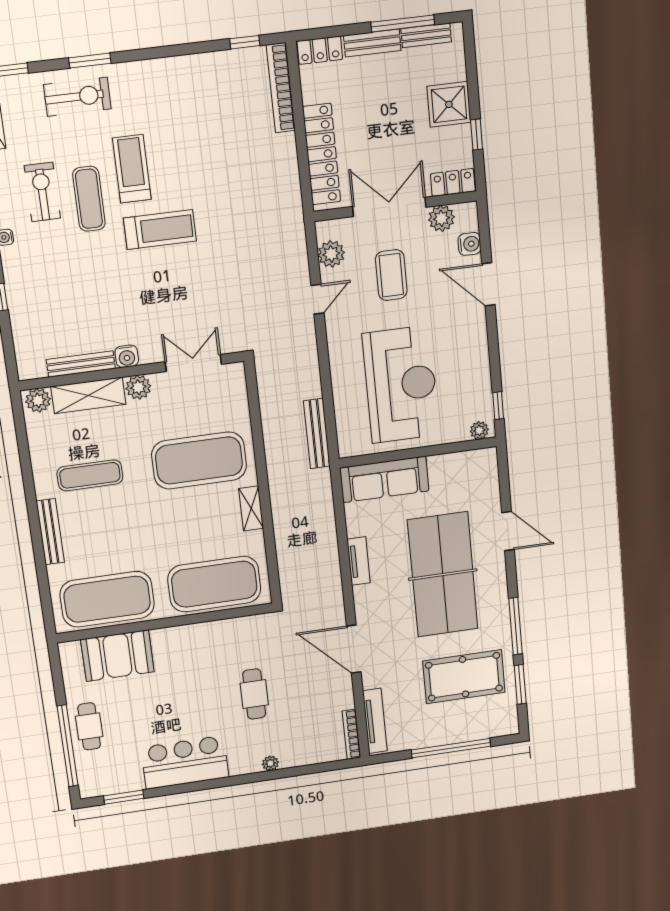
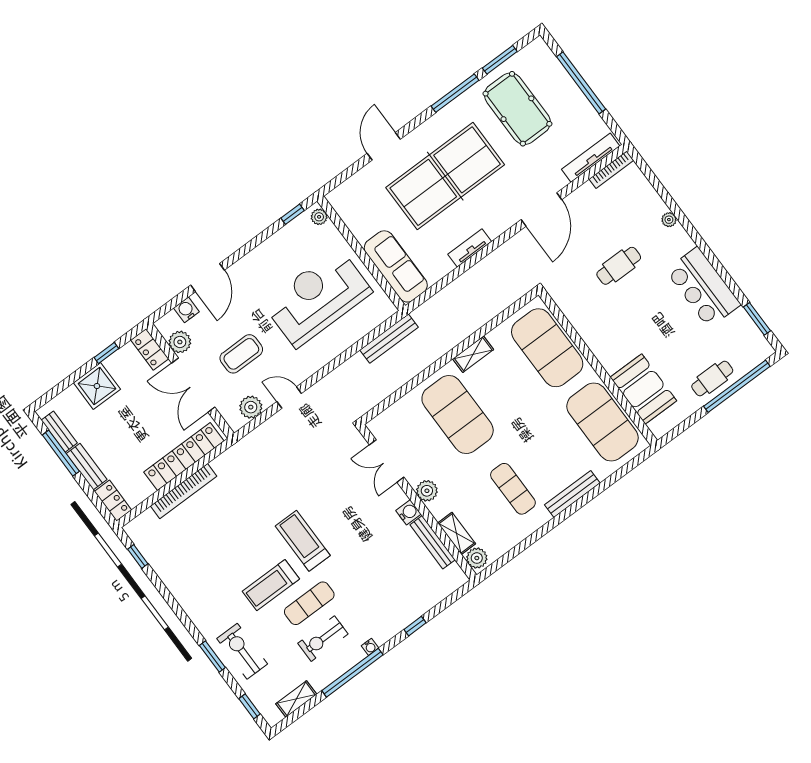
bookcase: (281, 88) -> (184, 491), moved
shelving: (88, 395) -> (457, 533), width x0.67, depth x0.75

